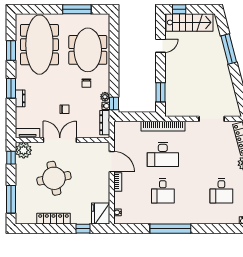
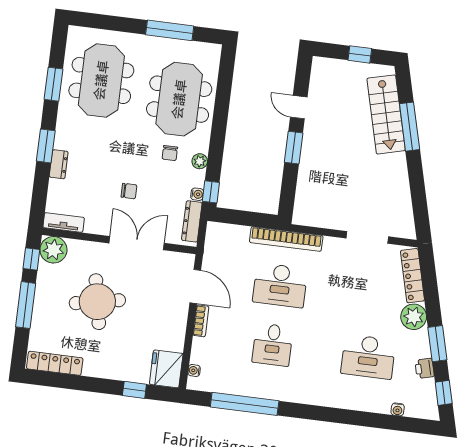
window: (179, 9) -> (360, 54), moved
stairs: (190, 22) -> (386, 114), moved, turned 75
meeting table: (39, 45) -> (101, 80), width x0.73
door: (161, 46) -> (299, 107), swing flipped
window: (161, 92) -> (294, 148), moved
plant: (105, 97) -> (200, 161), moved
double door: (60, 140) -> (137, 243), moved
desk: (221, 191) -> (368, 357), width x1.37
window: (11, 199) -> (26, 305), moved
locker: (53, 219) -> (55, 363), moved
window: (170, 229) -> (245, 404), moved

